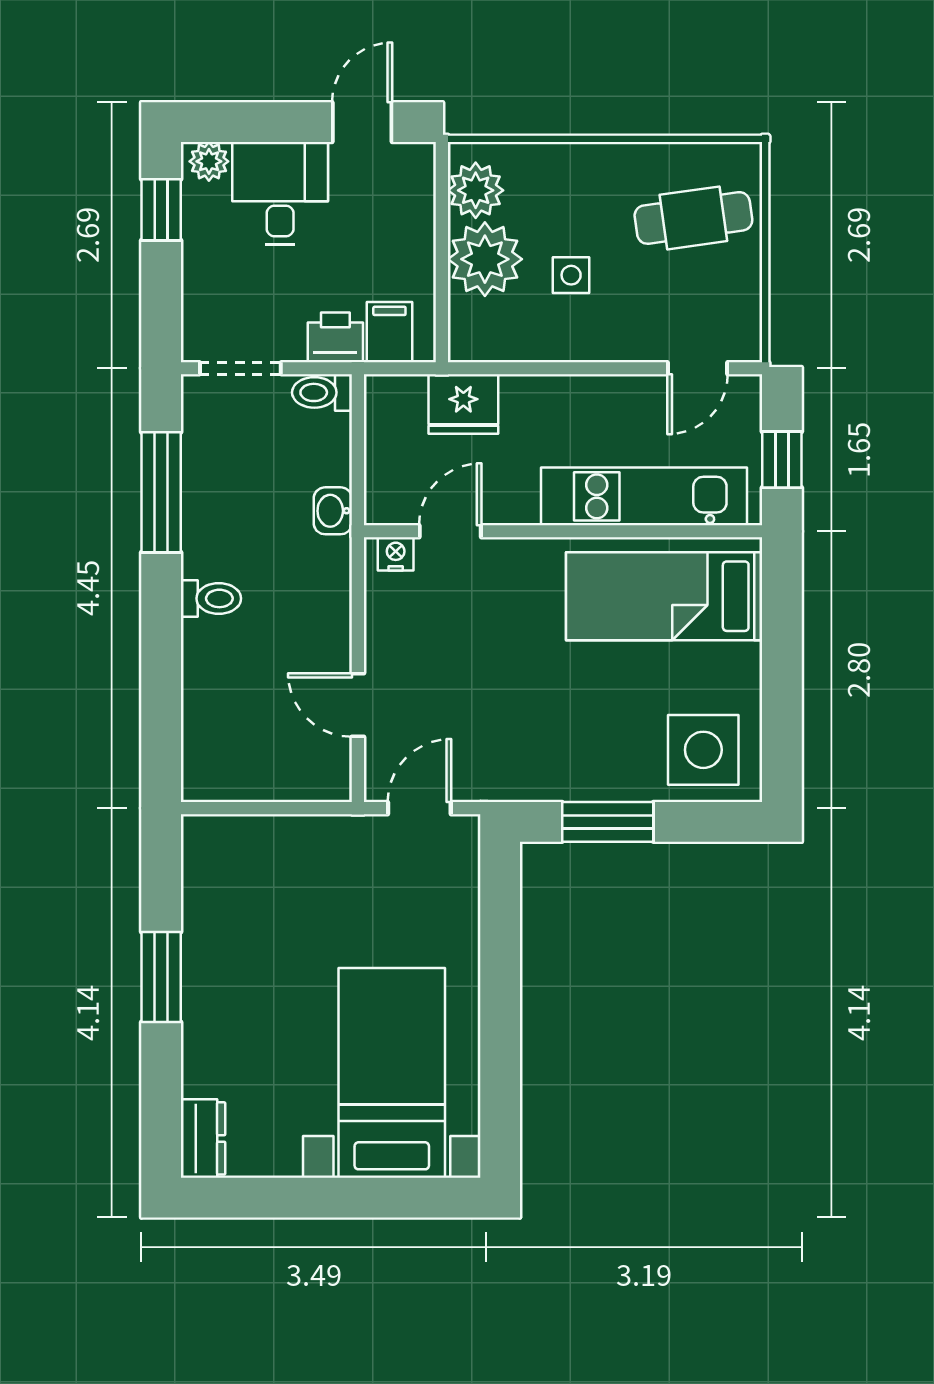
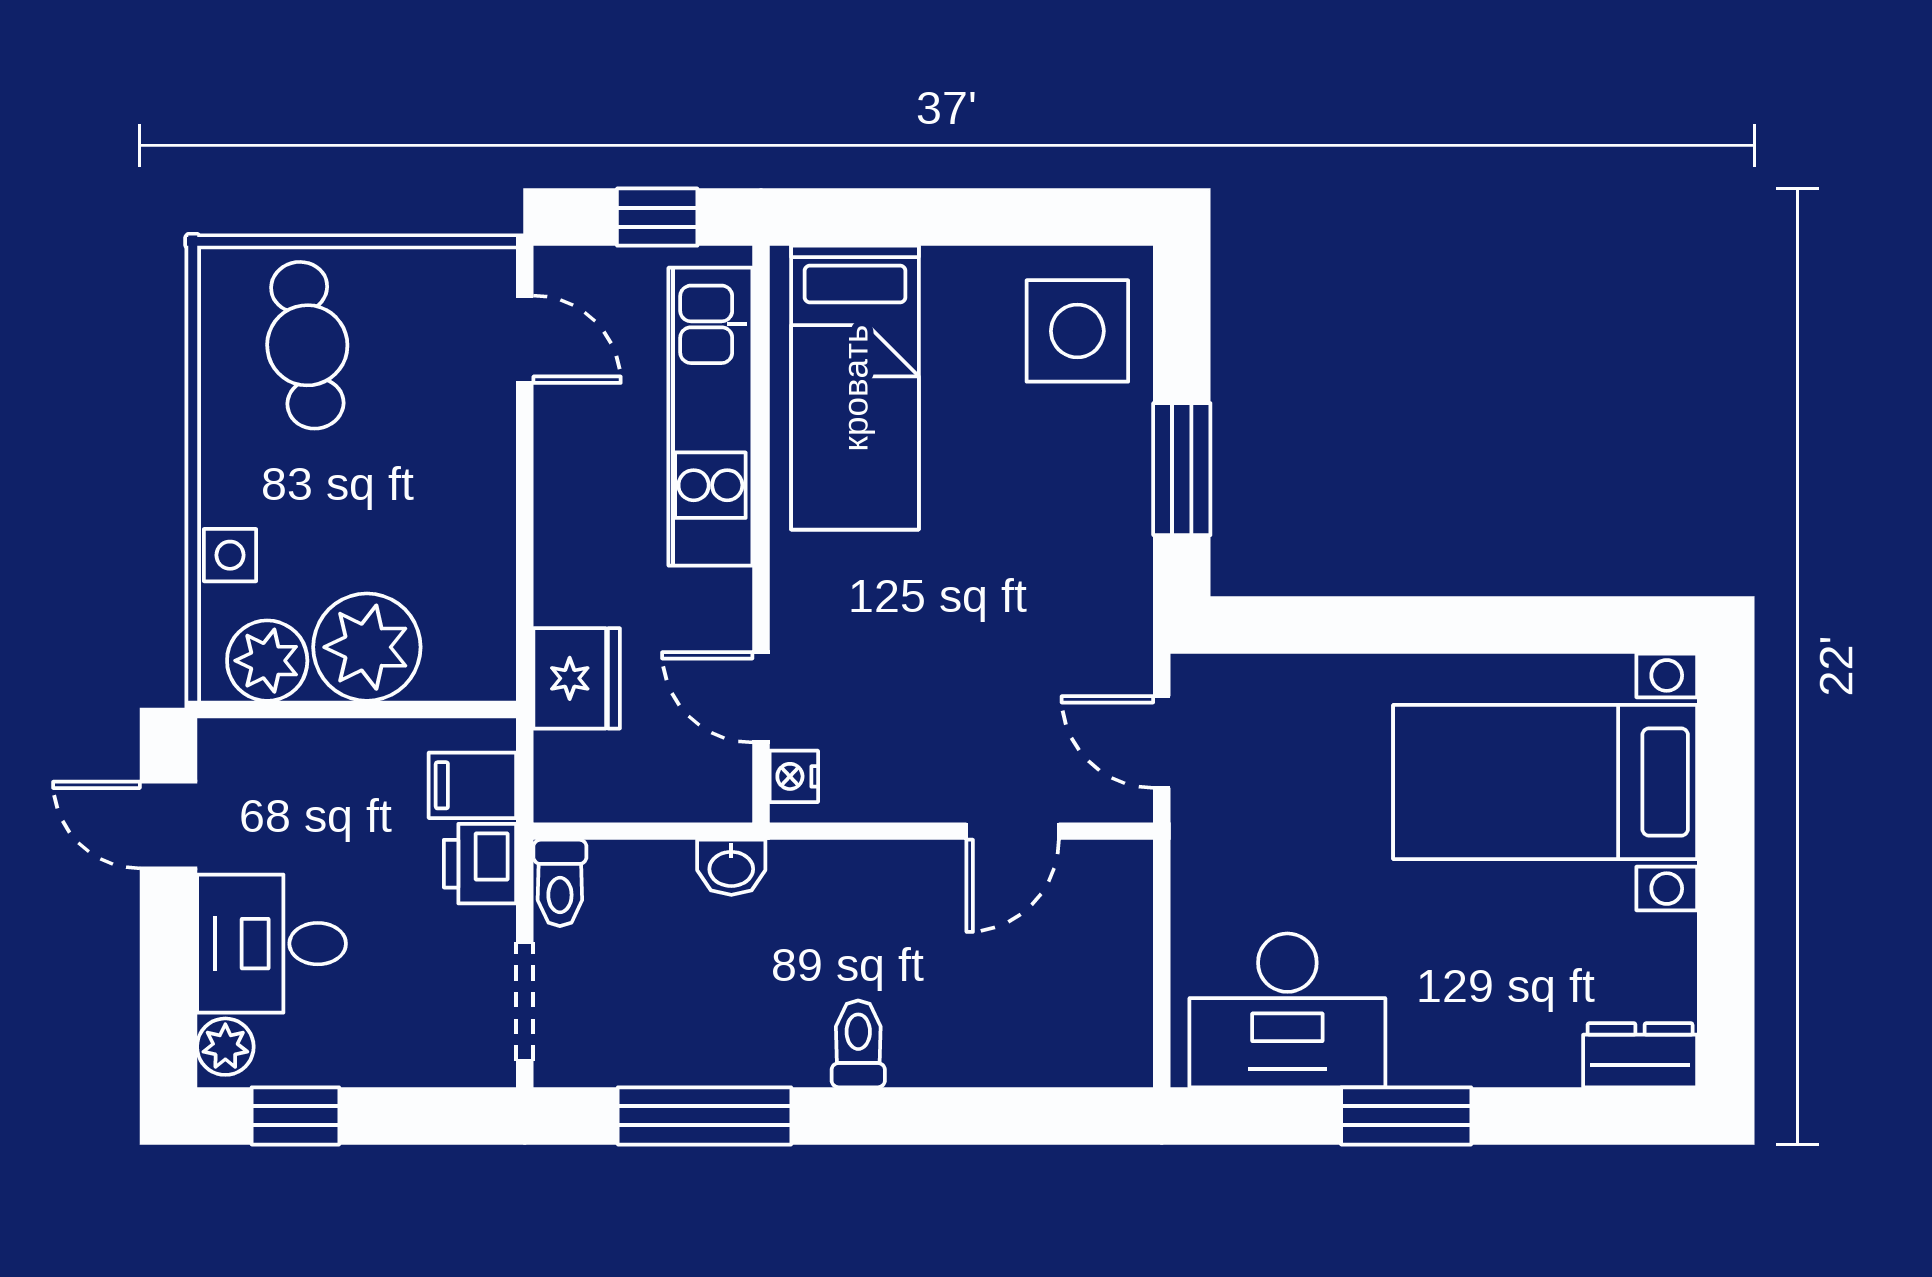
side table: (571, 275) -> (230, 555), moved
desk: (234, 895) -> (1287, 1010), added

